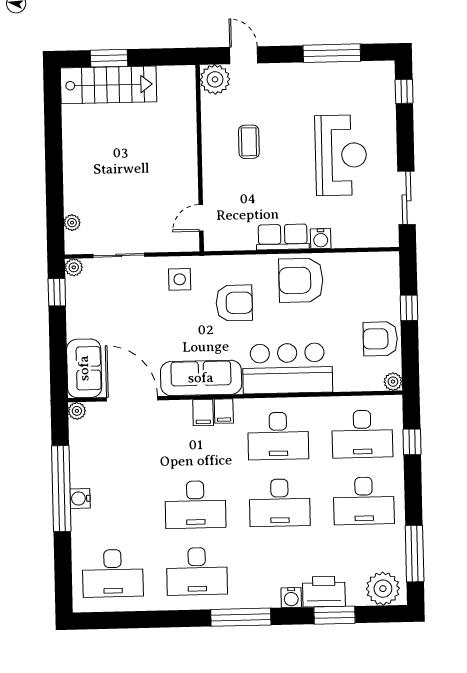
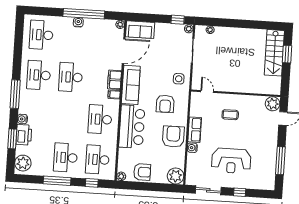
window: (404, 91) -> (240, 192), moved
coffee table: (249, 142) -> (230, 115), moved
plant: (383, 268) -> (176, 176), added
window: (409, 308) -> (156, 187), removed
armchair: (380, 339) -> (142, 172), turned 90
filing cabinet: (203, 413) -> (115, 80), width x2.00
desk: (280, 503) -> (68, 117), removed
window: (415, 554) -> (57, 181), moved

